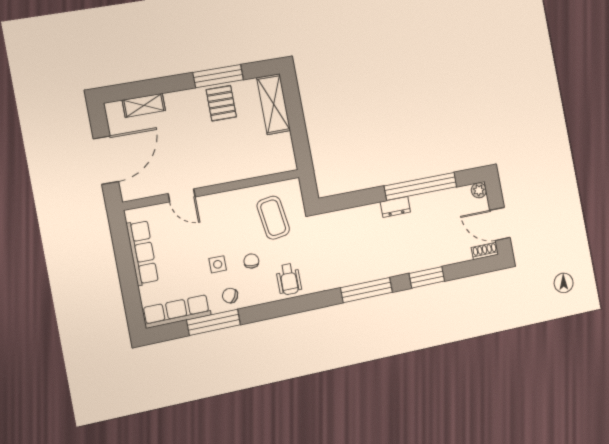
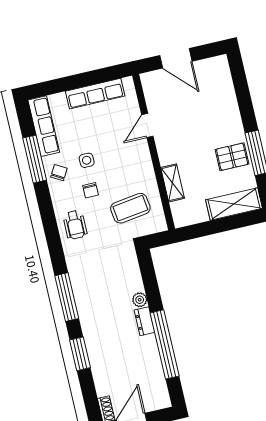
shelving: (144, 105) -> (172, 183), moved
door: (106, 160) -> (176, 58), width x0.73
plant: (479, 190) -> (140, 300), moved
chair: (251, 261) -> (90, 190), turned 82
wheelchair: (289, 279) -> (75, 225), turned -90

